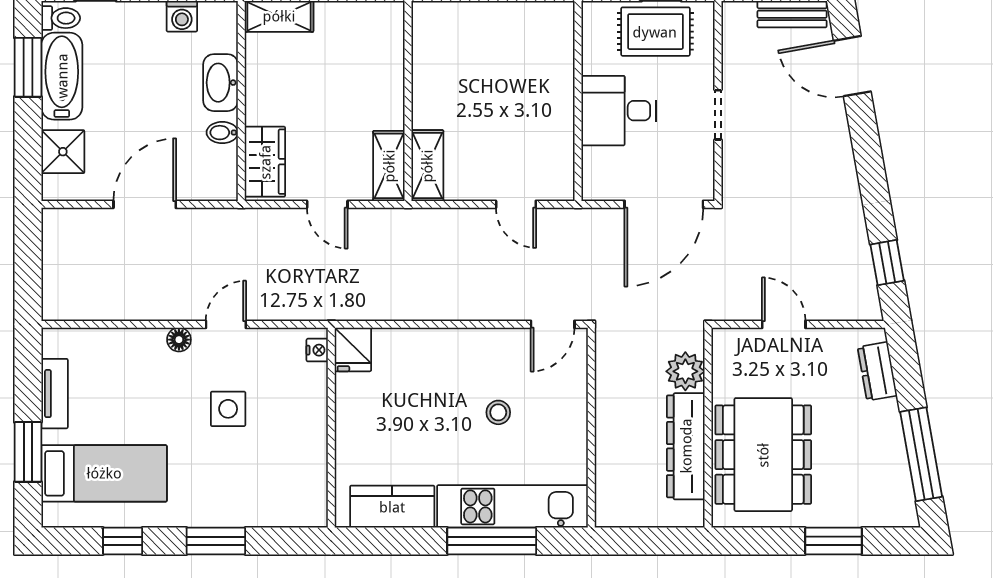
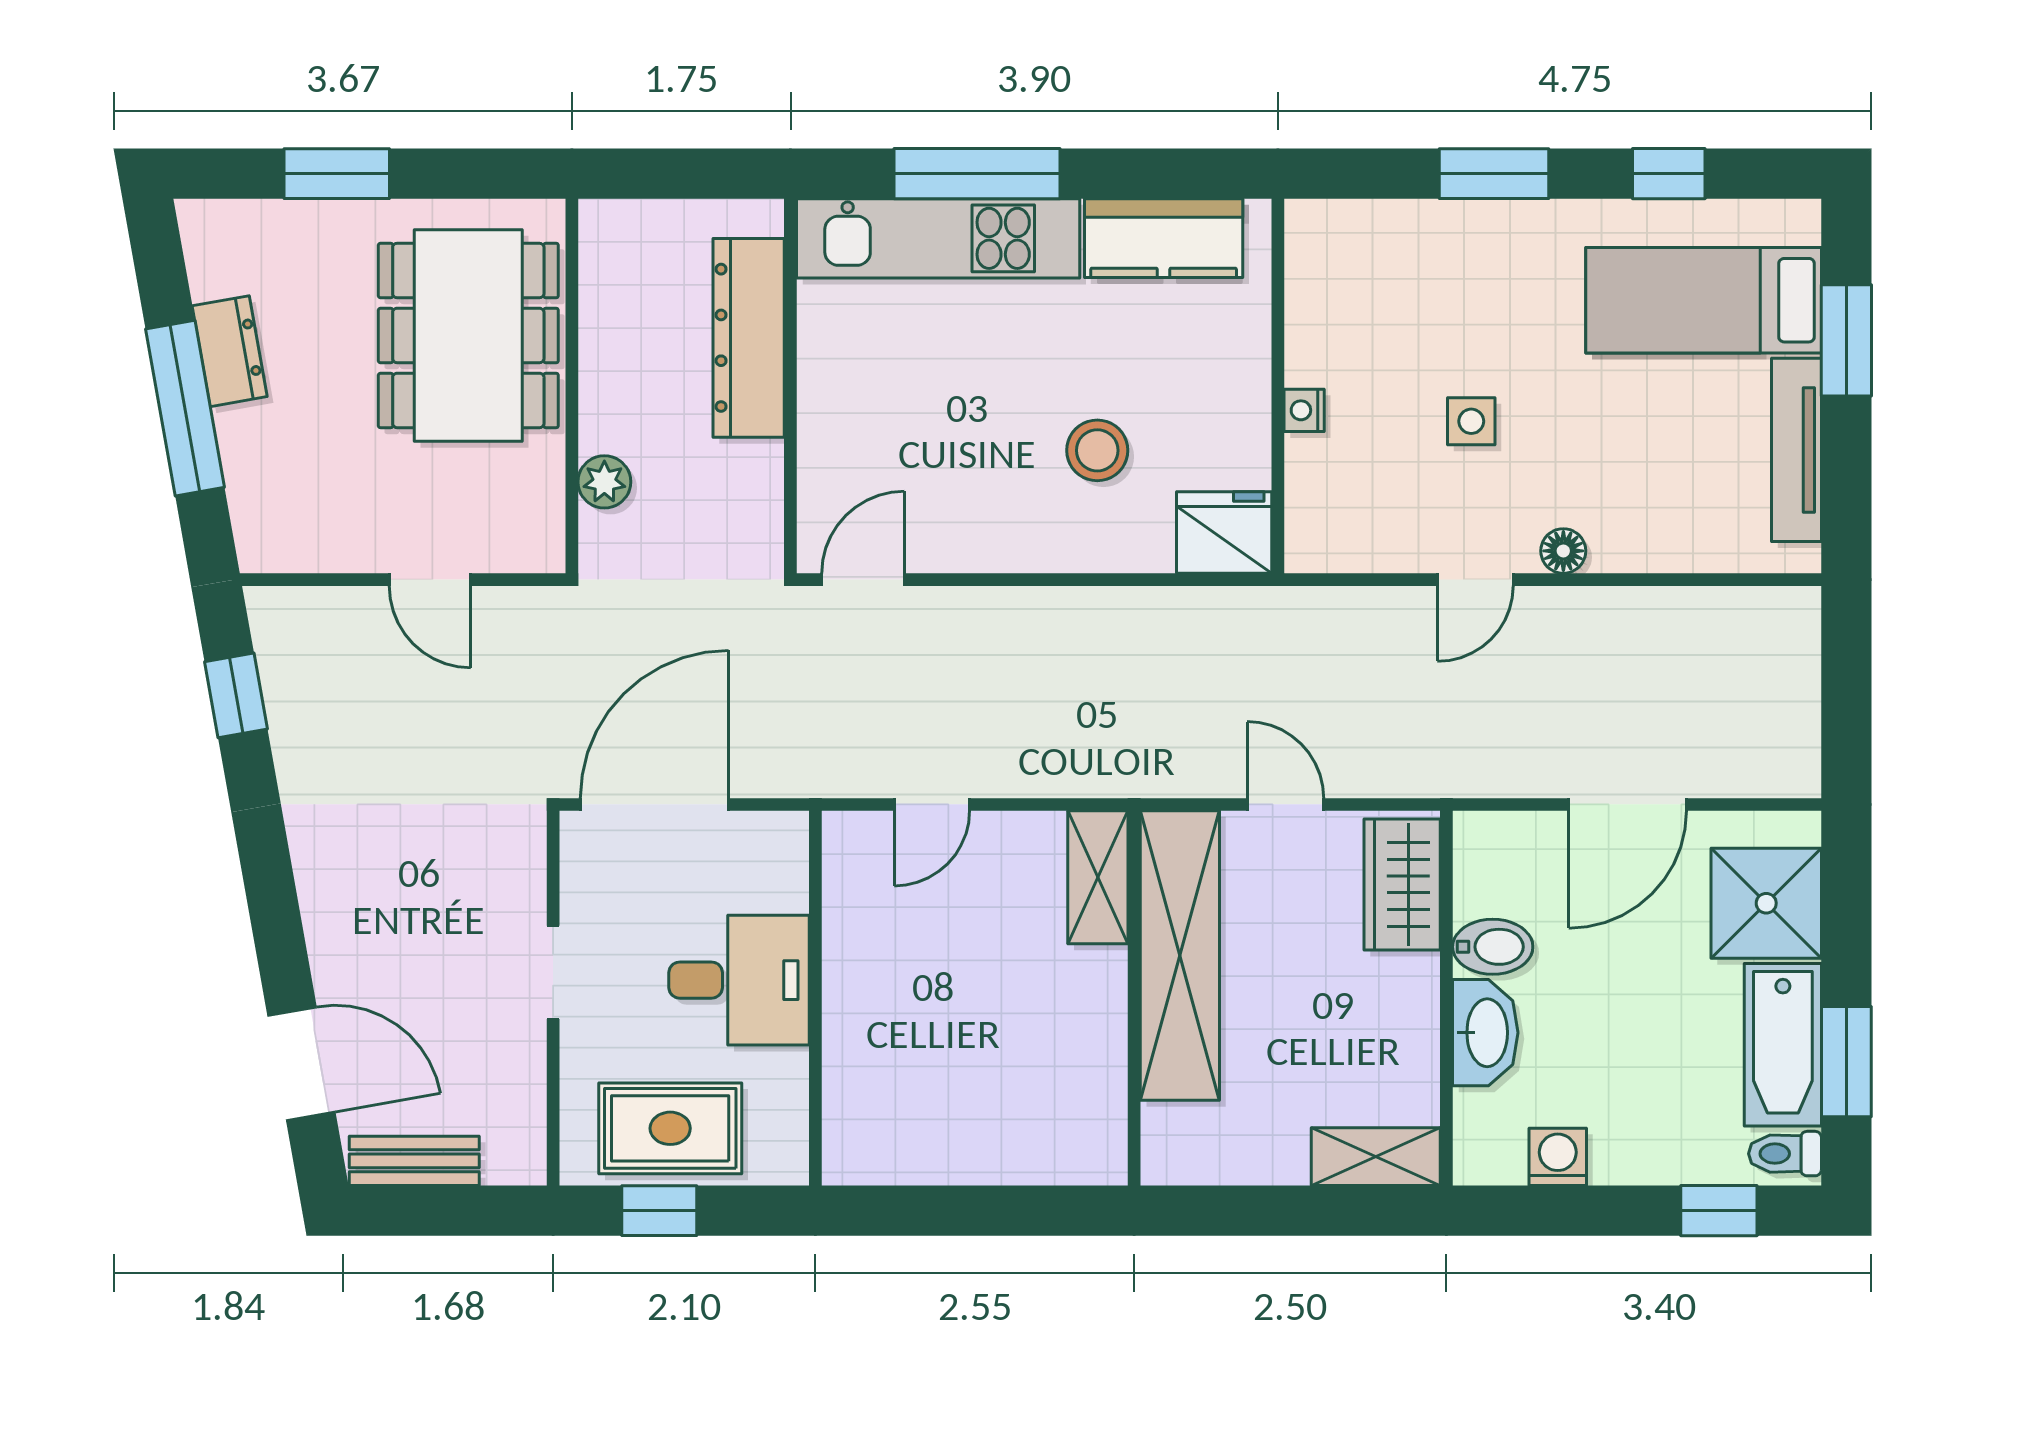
bidet: (222, 133) -> (1493, 947), width x1.38, depth x1.36
shower: (63, 152) -> (1766, 903), width x1.36, depth x1.36
shelving: (389, 166) -> (1180, 956), width x2.20, depth x1.33
door: (516, 204) -> (932, 804), swing flipped
fridge: (353, 349) -> (1224, 533), width x1.38
nightstand: (317, 350) -> (1304, 410), moved
plant: (685, 371) -> (604, 482), width x0.73, depth x0.73
dresser: (877, 371) -> (230, 351), moved
tv unit: (55, 394) -> (1796, 450), width x1.41
side table: (228, 409) -> (1471, 421), width x0.73, depth x0.73
stool: (498, 412) -> (1097, 450), moved, width x1.37, depth x1.37
dresser: (686, 446) -> (749, 338), moved, turned 180
window: (921, 454) -> (185, 408), moved

